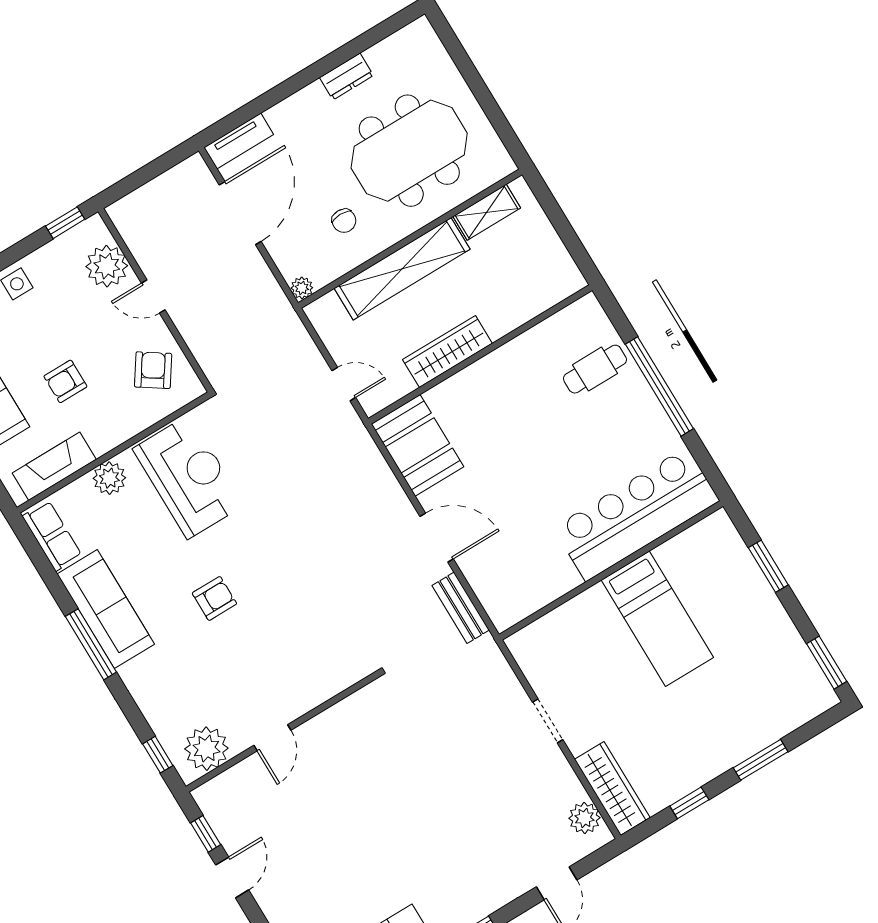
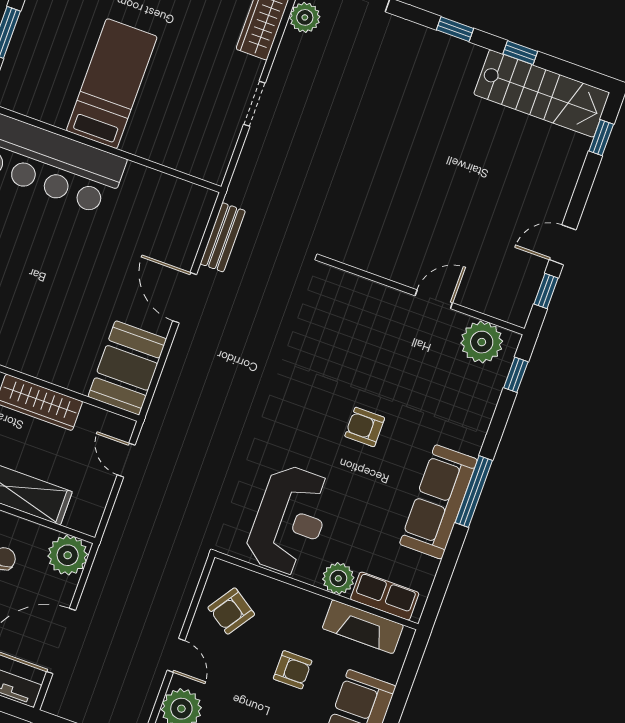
plant: (302, 288) -> (68, 555), width x1.87, depth x1.87
reception desk: (188, 477) -> (290, 520), turned 180
row of seats: (52, 536) -> (385, 596), moved, turned 90

